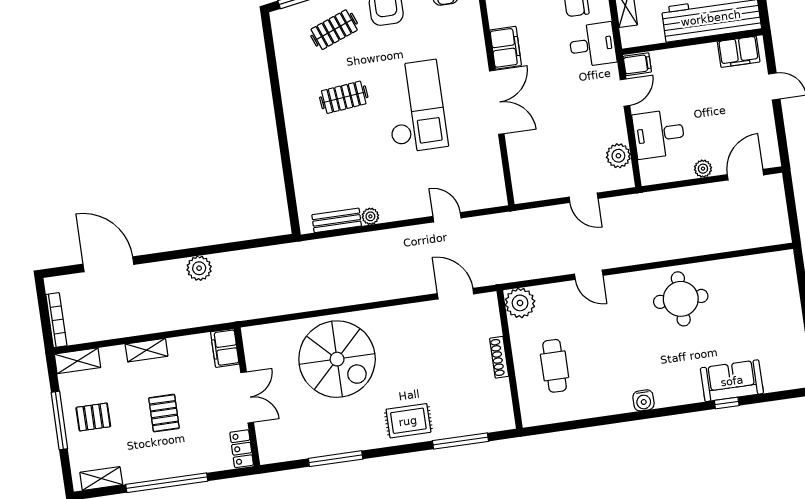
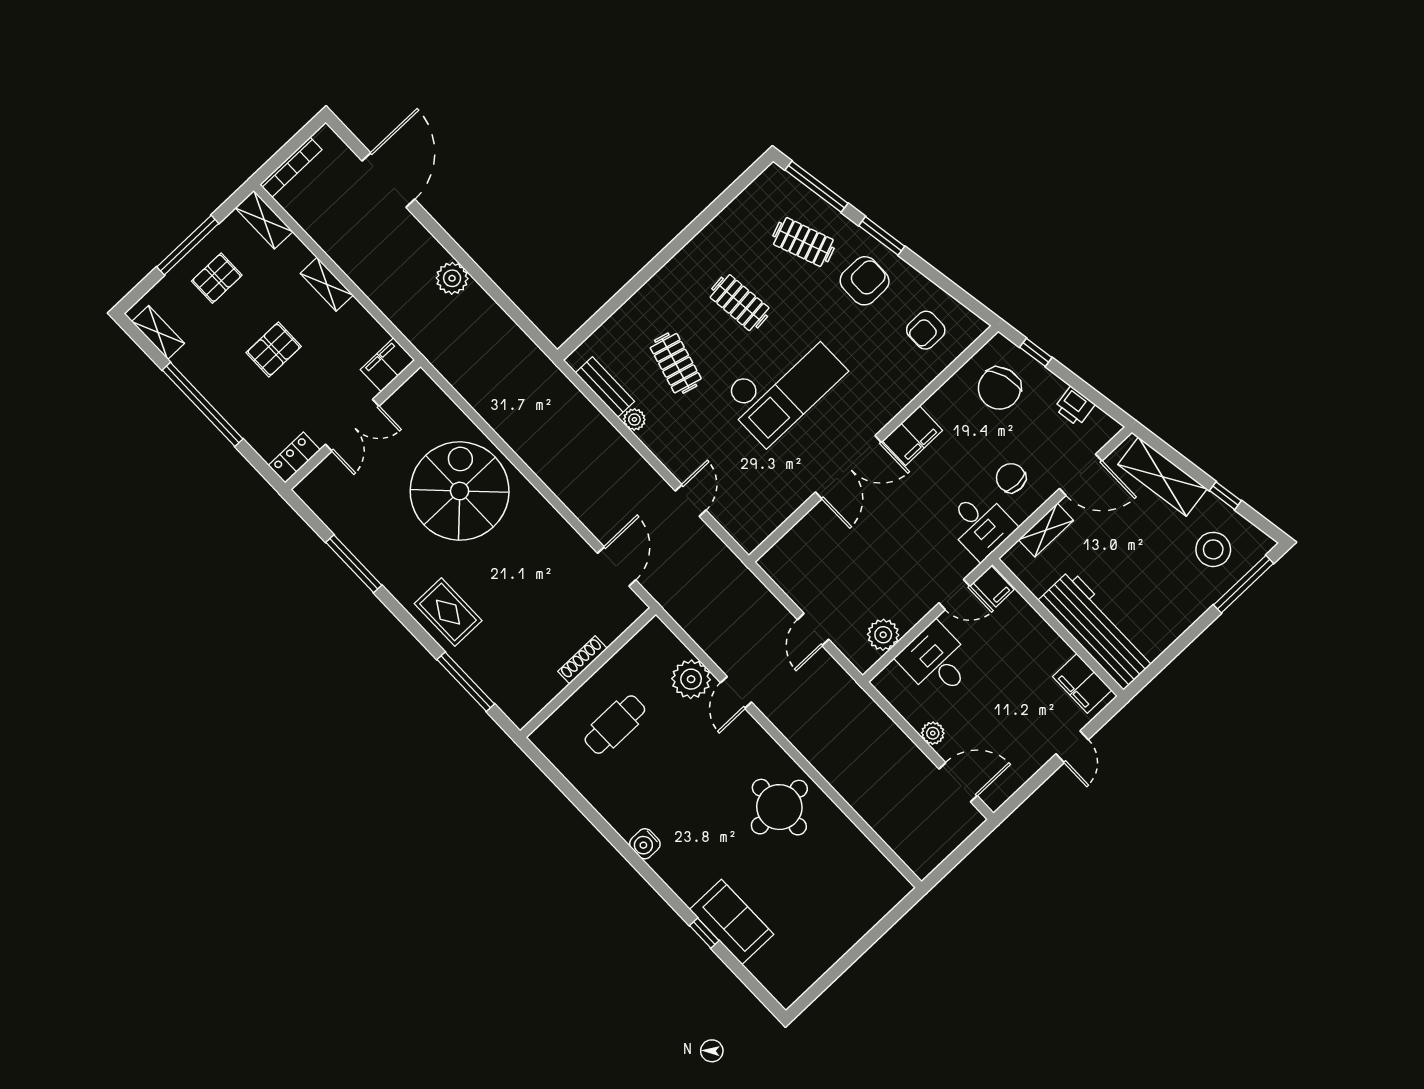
clothes rail: (353, 165) -> (676, 363), added
plant: (520, 303) -> (691, 679), moved
spiral stairs: (337, 359) -> (460, 491), turned 180
pallet: (93, 417) -> (217, 278), turned 90

